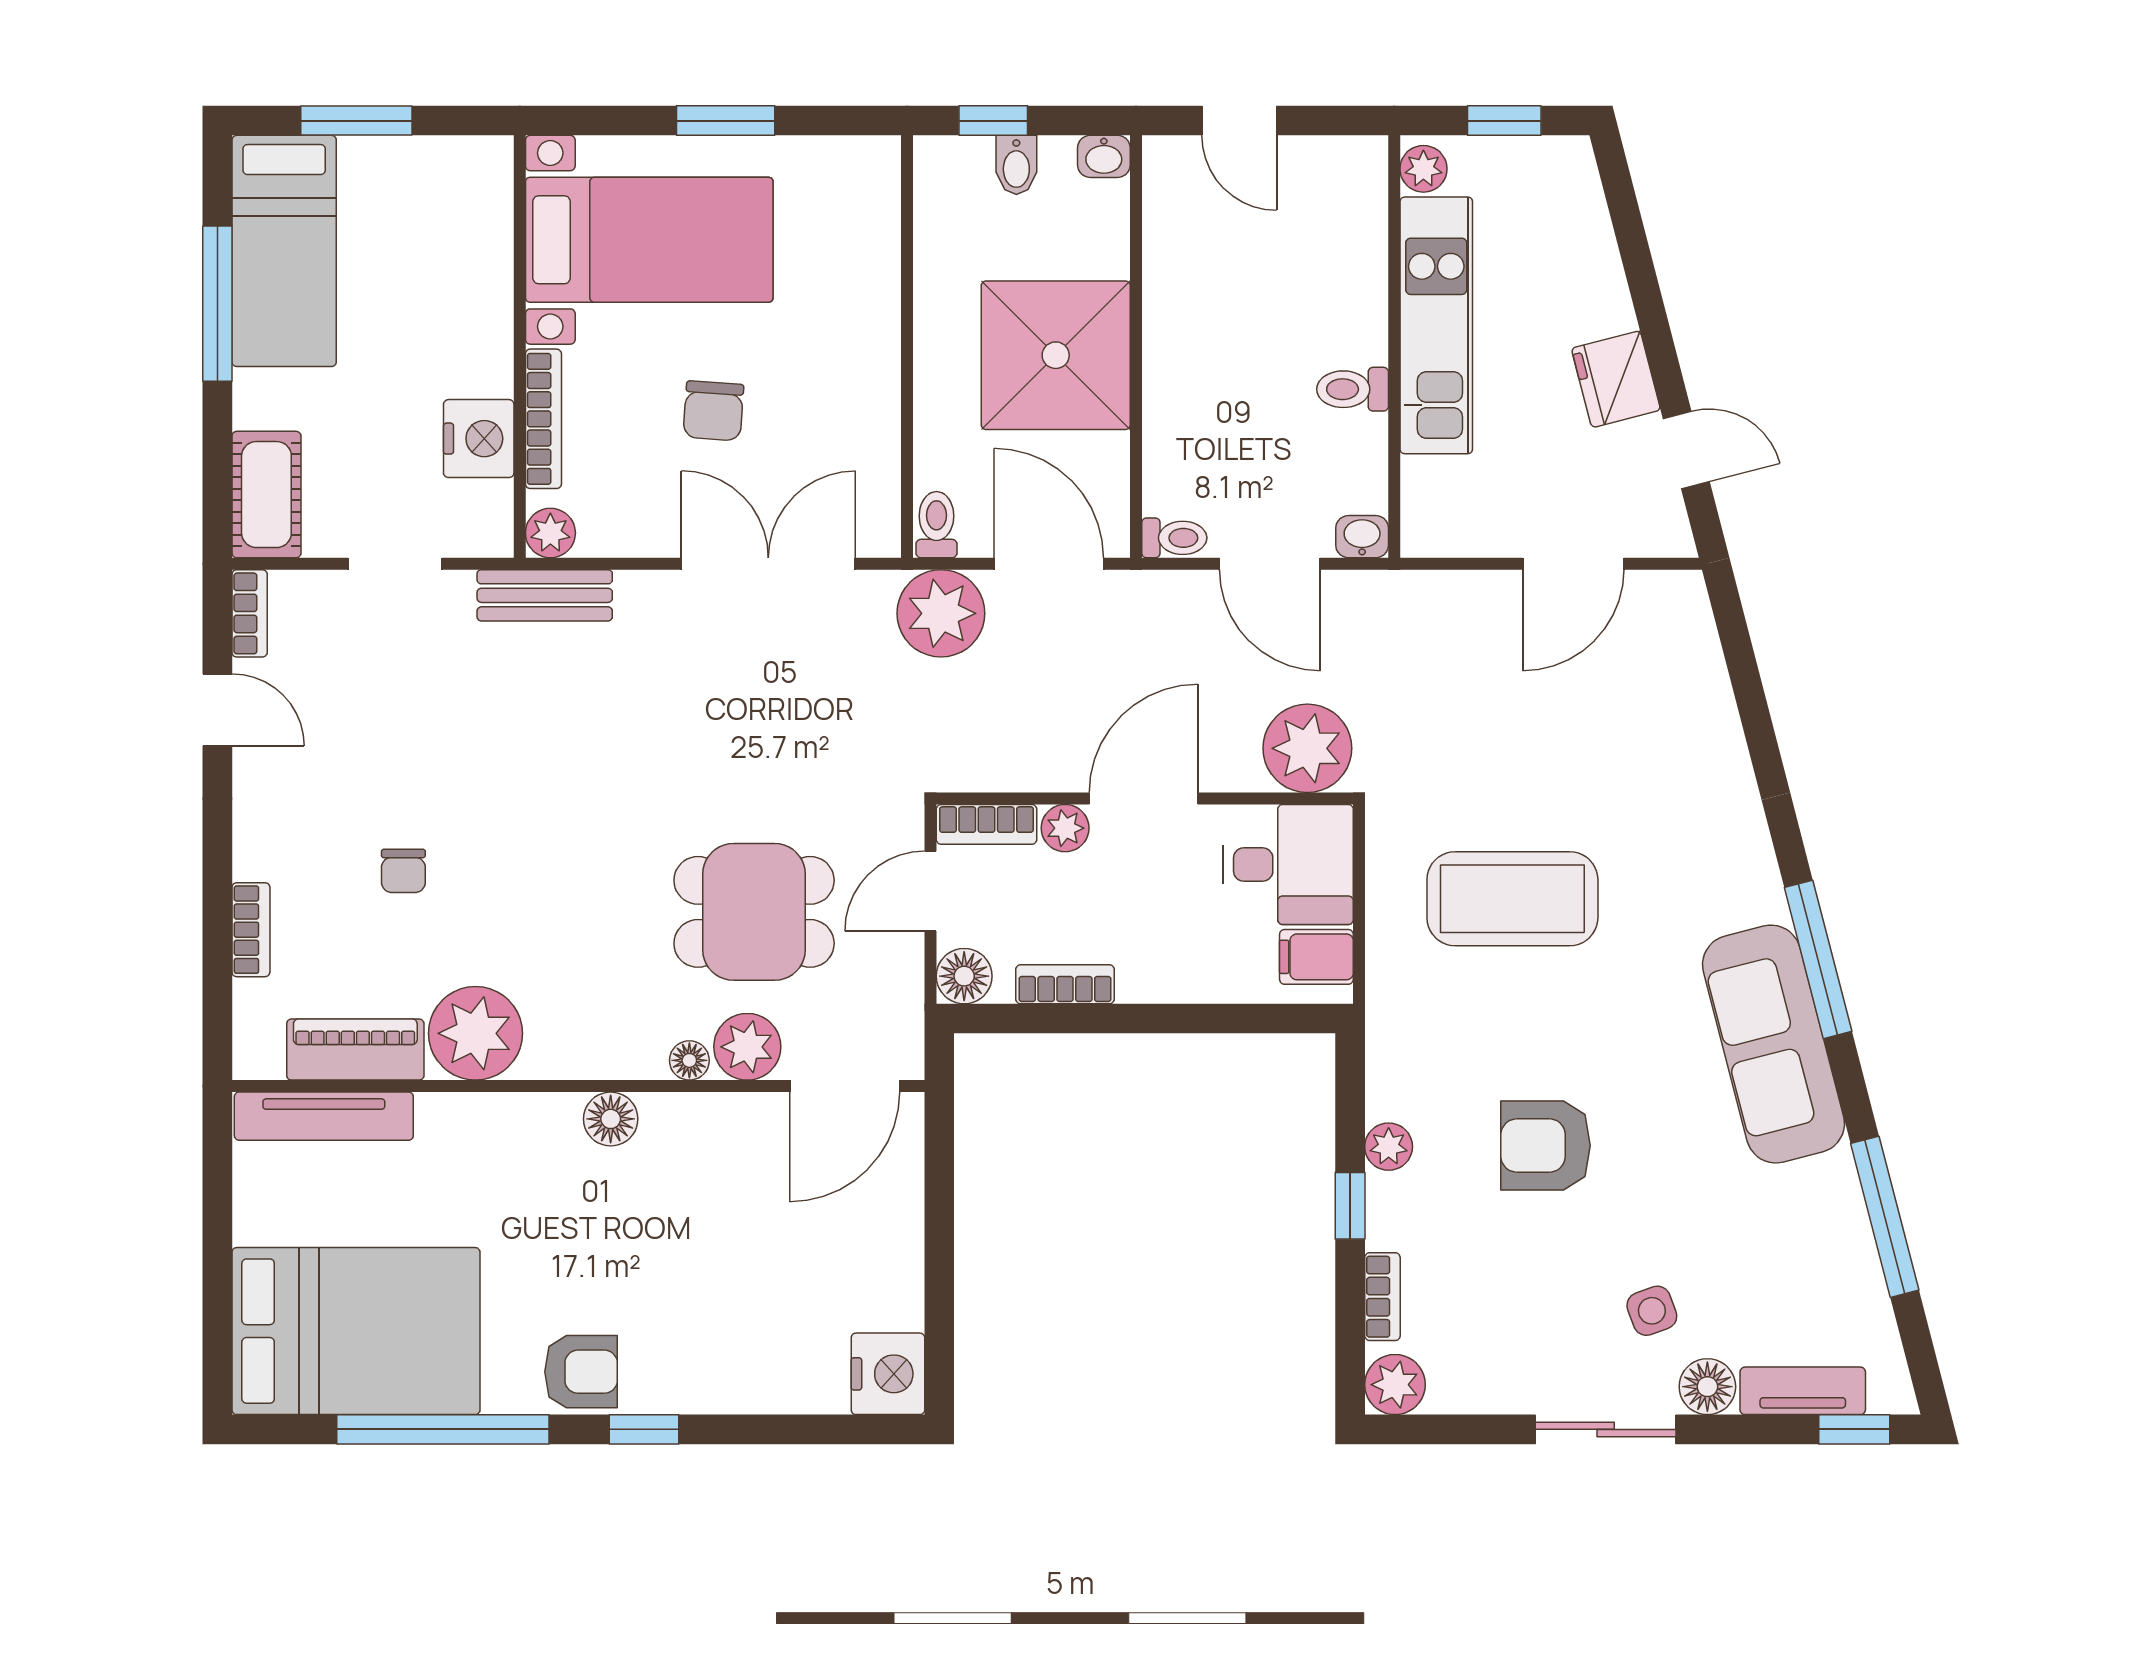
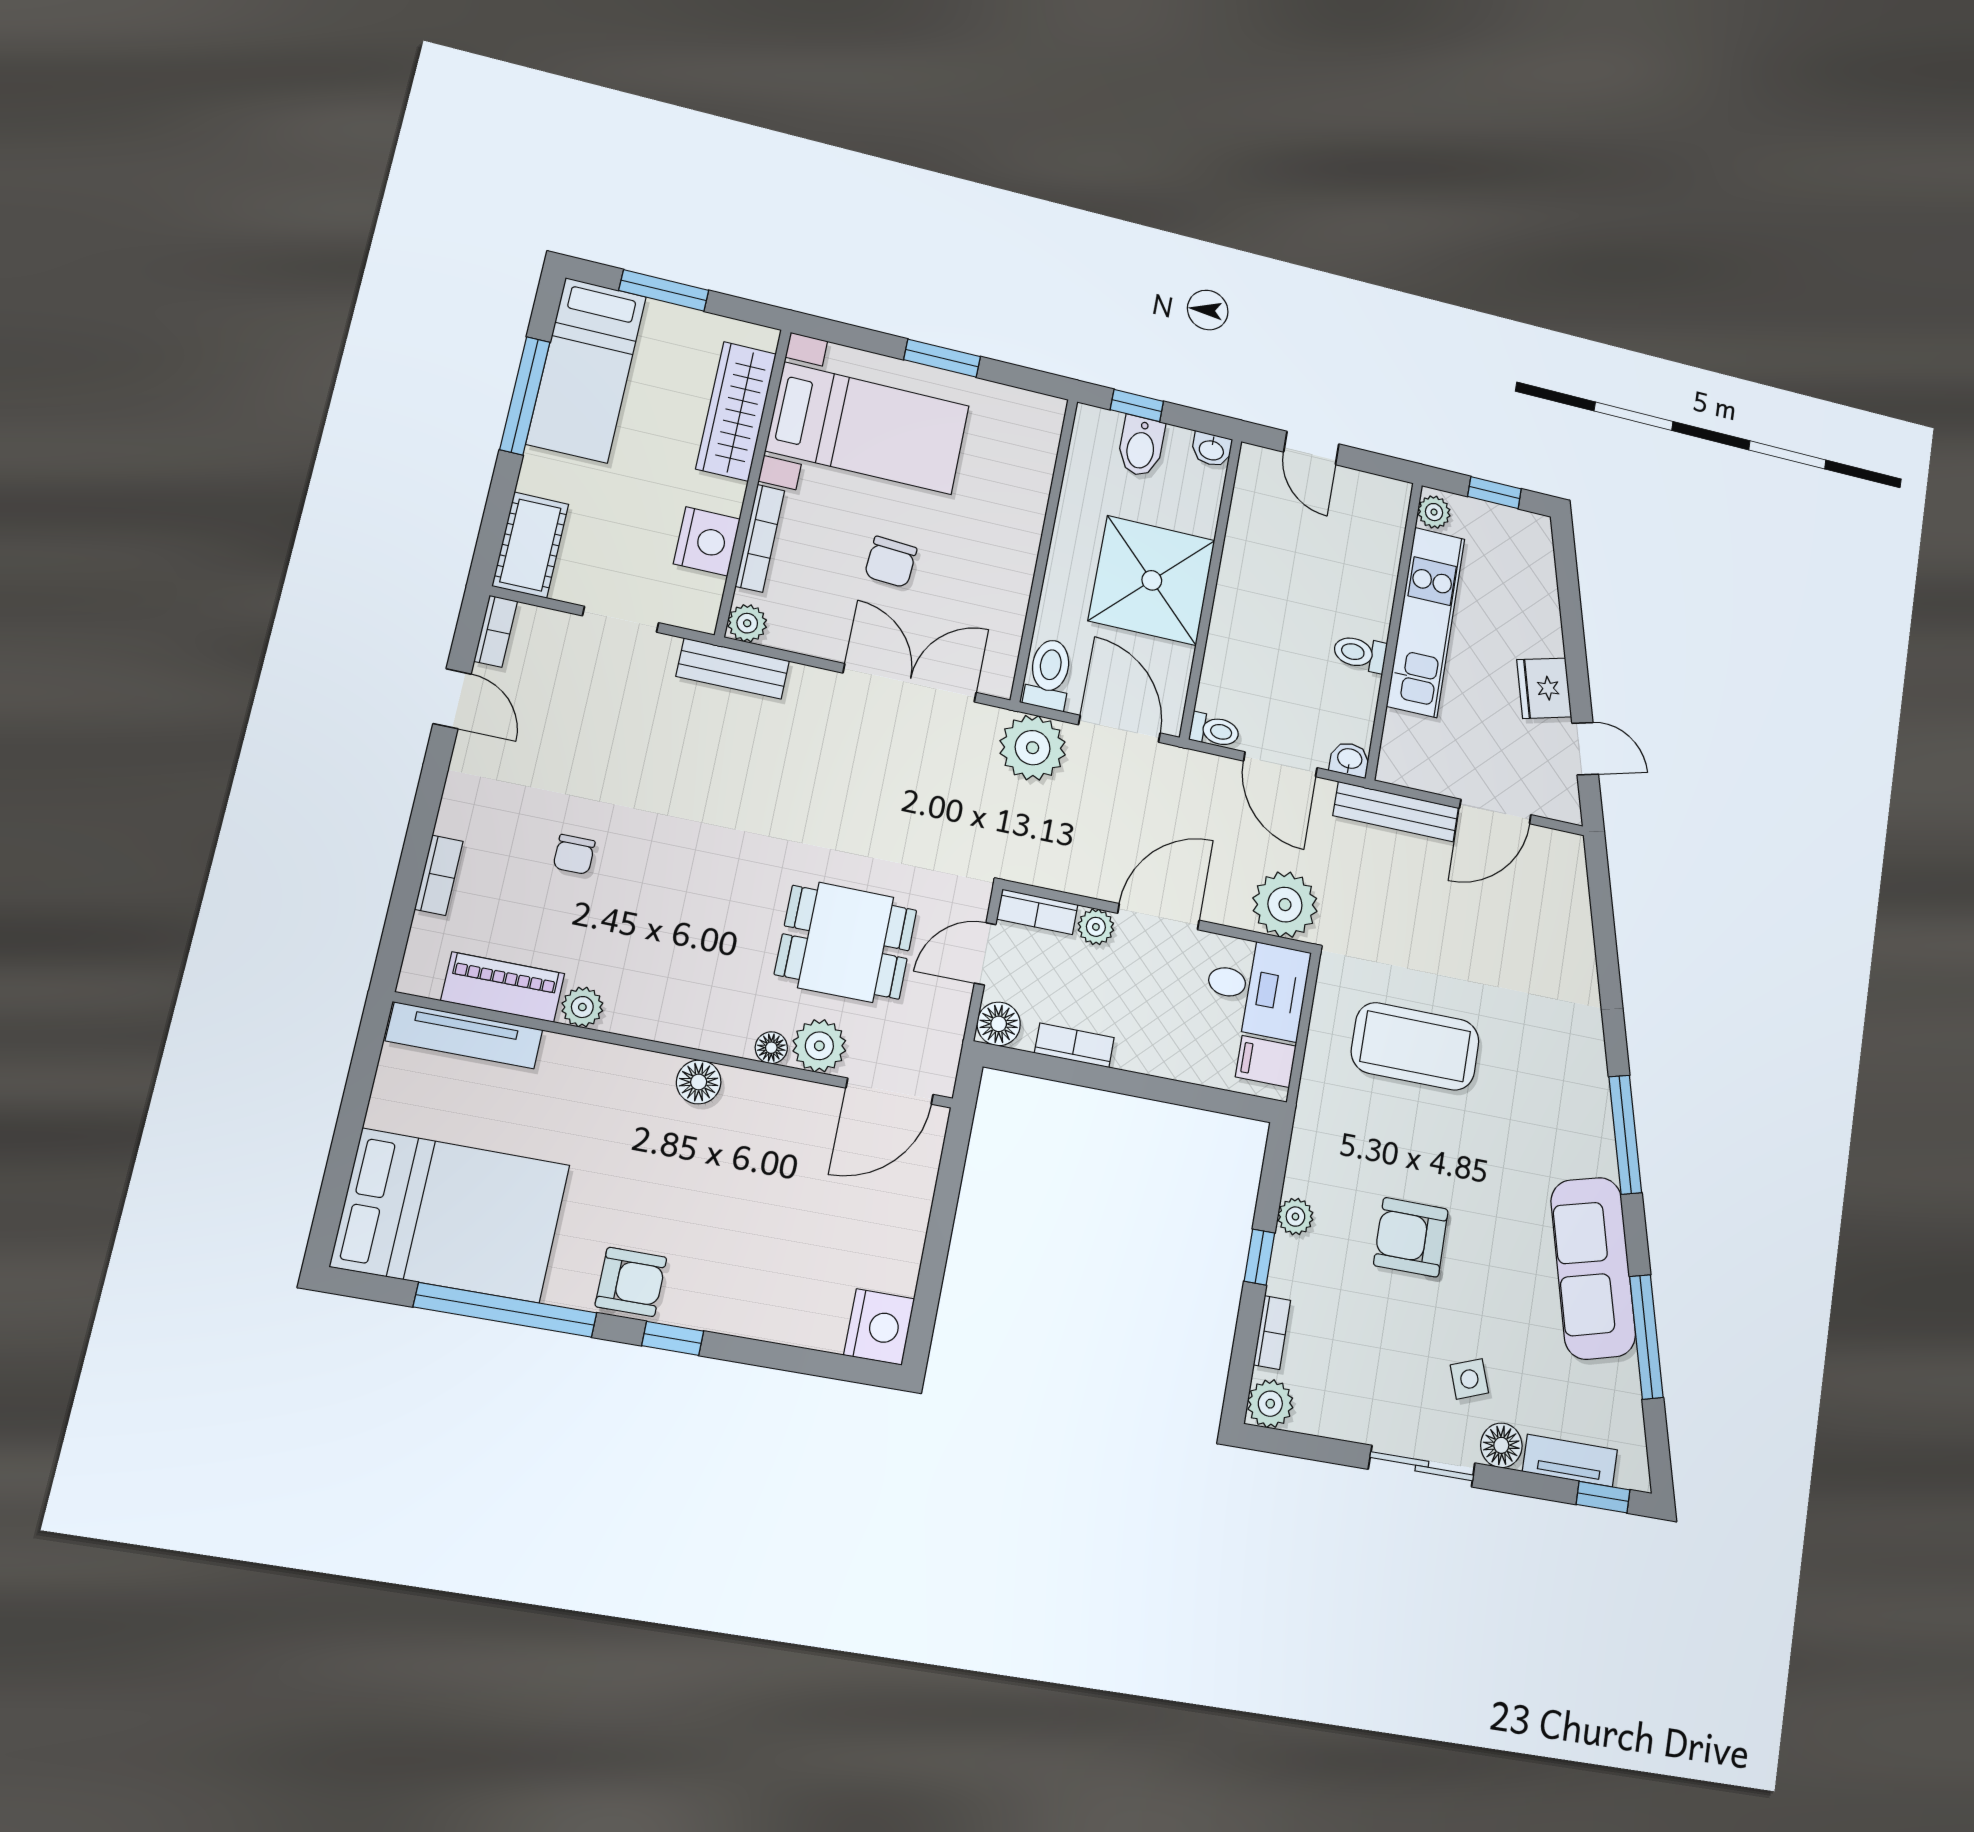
bidet: (1016, 165) -> (1141, 446), width x1.38, depth x1.36
wardrobe: (479, 259) -> (736, 411), added
toilet: (936, 525) -> (1049, 674), width x1.37, depth x1.39
bench: (1437, 593) -> (1396, 812), added
plant: (475, 1033) -> (582, 1007), width x0.53, depth x0.53
sofa: (1774, 1044) -> (1593, 1268), moved

